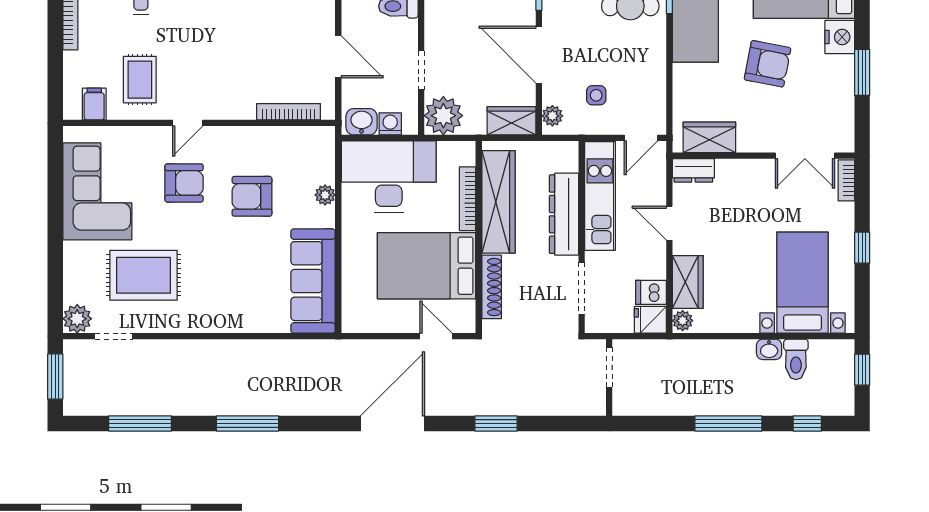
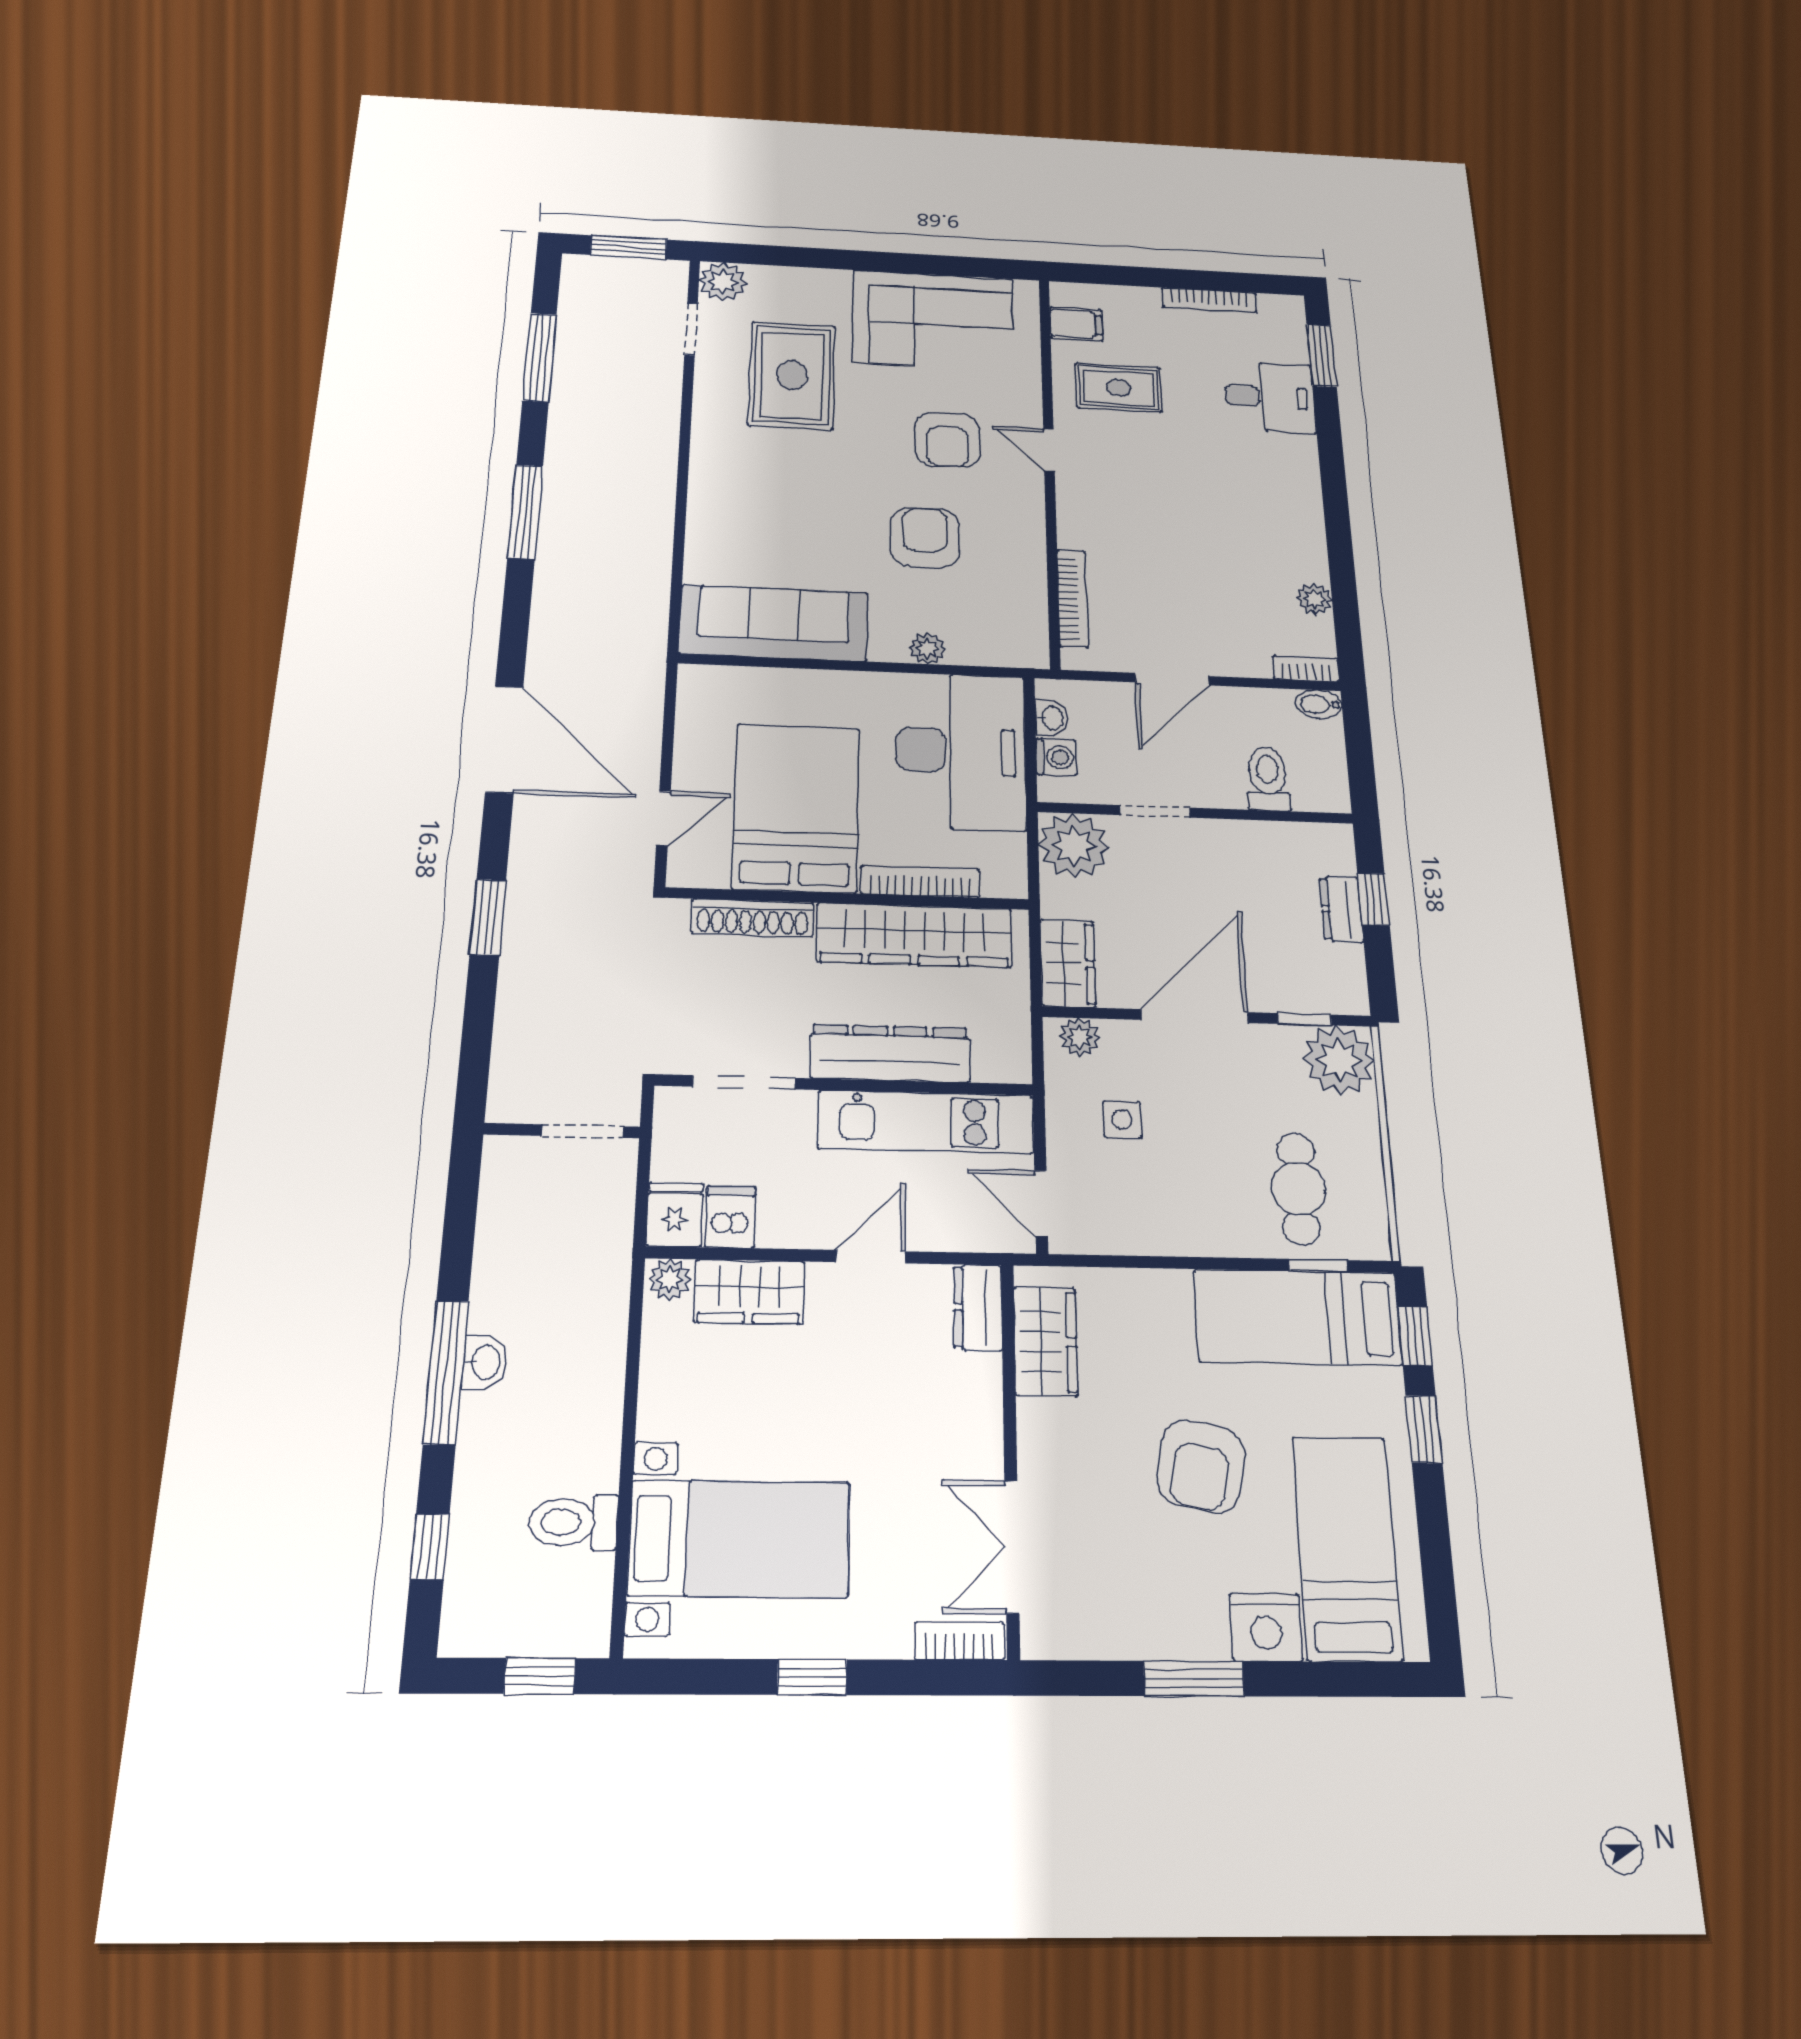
washbasin: (362, 122) -> (1051, 718), width x0.72, depth x0.69
washbasin: (769, 349) -> (485, 1362), moved, turned 180

